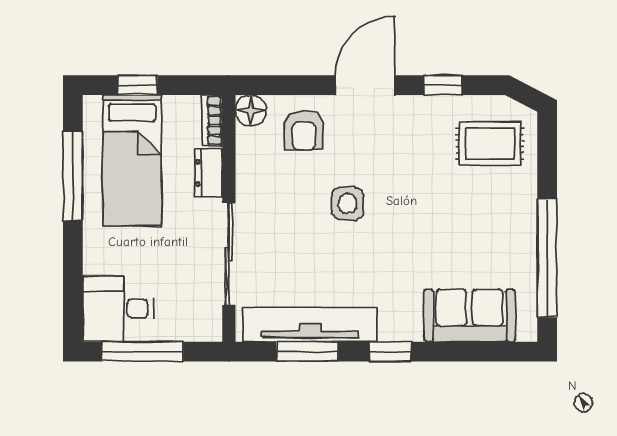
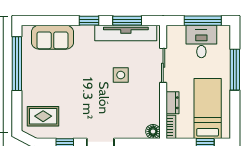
armchair: (304, 130) -> (129, 122), removed
window: (73, 176) -> (235, 70), moved
side table: (348, 204) -> (121, 75), moved
sliding door: (229, 254) -> (163, 65), width x0.73
desk: (118, 309) -> (201, 41), moved, turned -90

